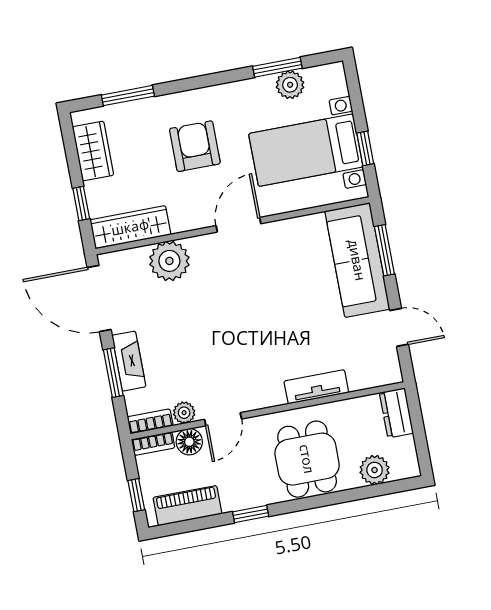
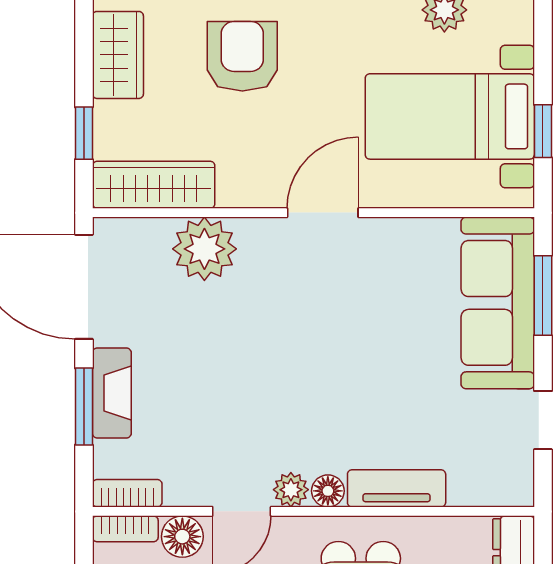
armchair: (195, 146) -> (242, 56), moved
floor lamp: (274, 396) -> (328, 491), added
plant: (184, 413) -> (291, 490), moved

